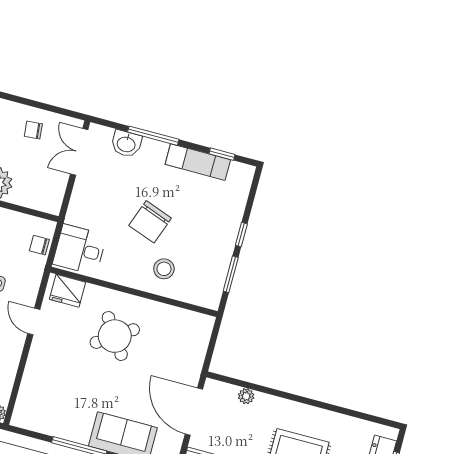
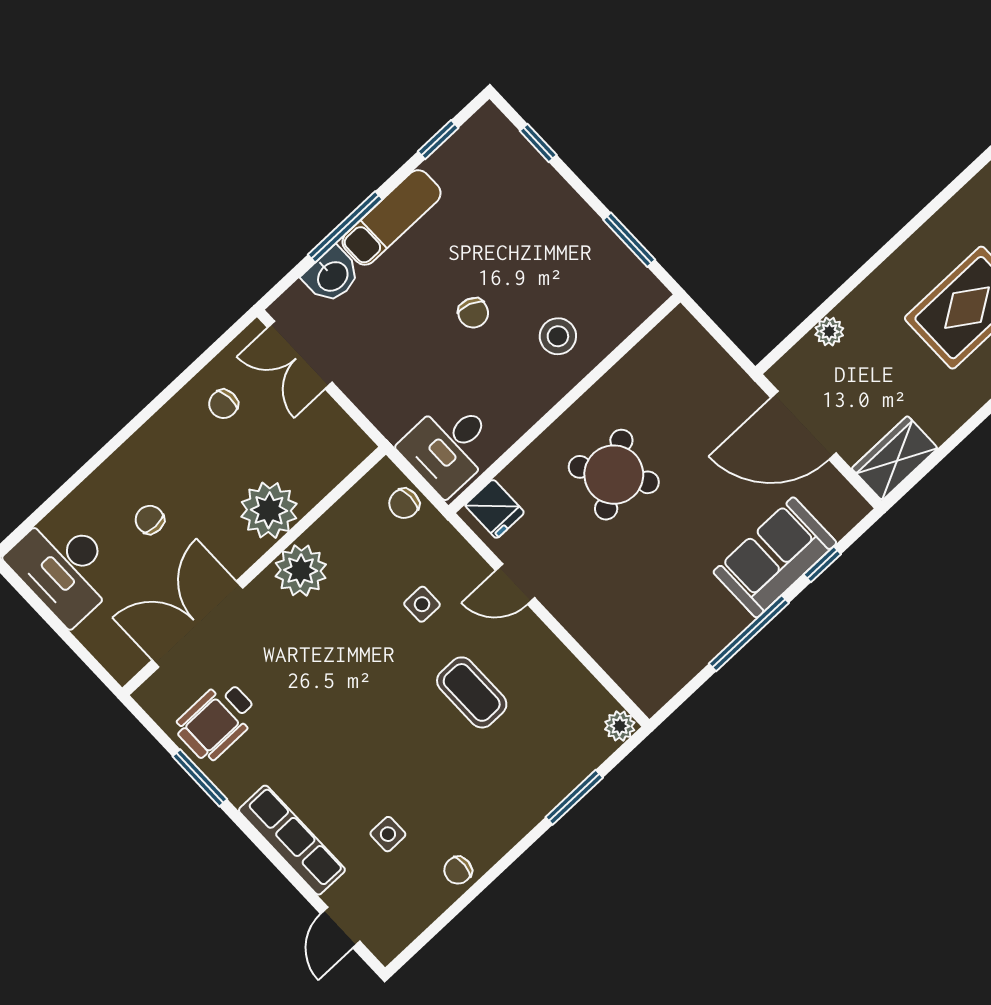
exam couch: (198, 162) -> (392, 217), moved
chair: (150, 222) -> (473, 313), width x0.54, depth x0.54
window: (241, 235) -> (538, 143), moved
fridge: (68, 291) -> (495, 509), width x0.72

